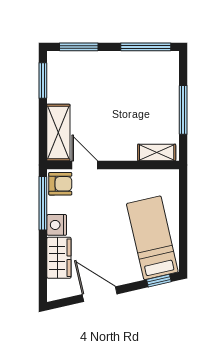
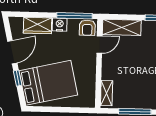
bed: (152, 238) -> (48, 83), width x1.50
window: (159, 281) -> (18, 78), moved

